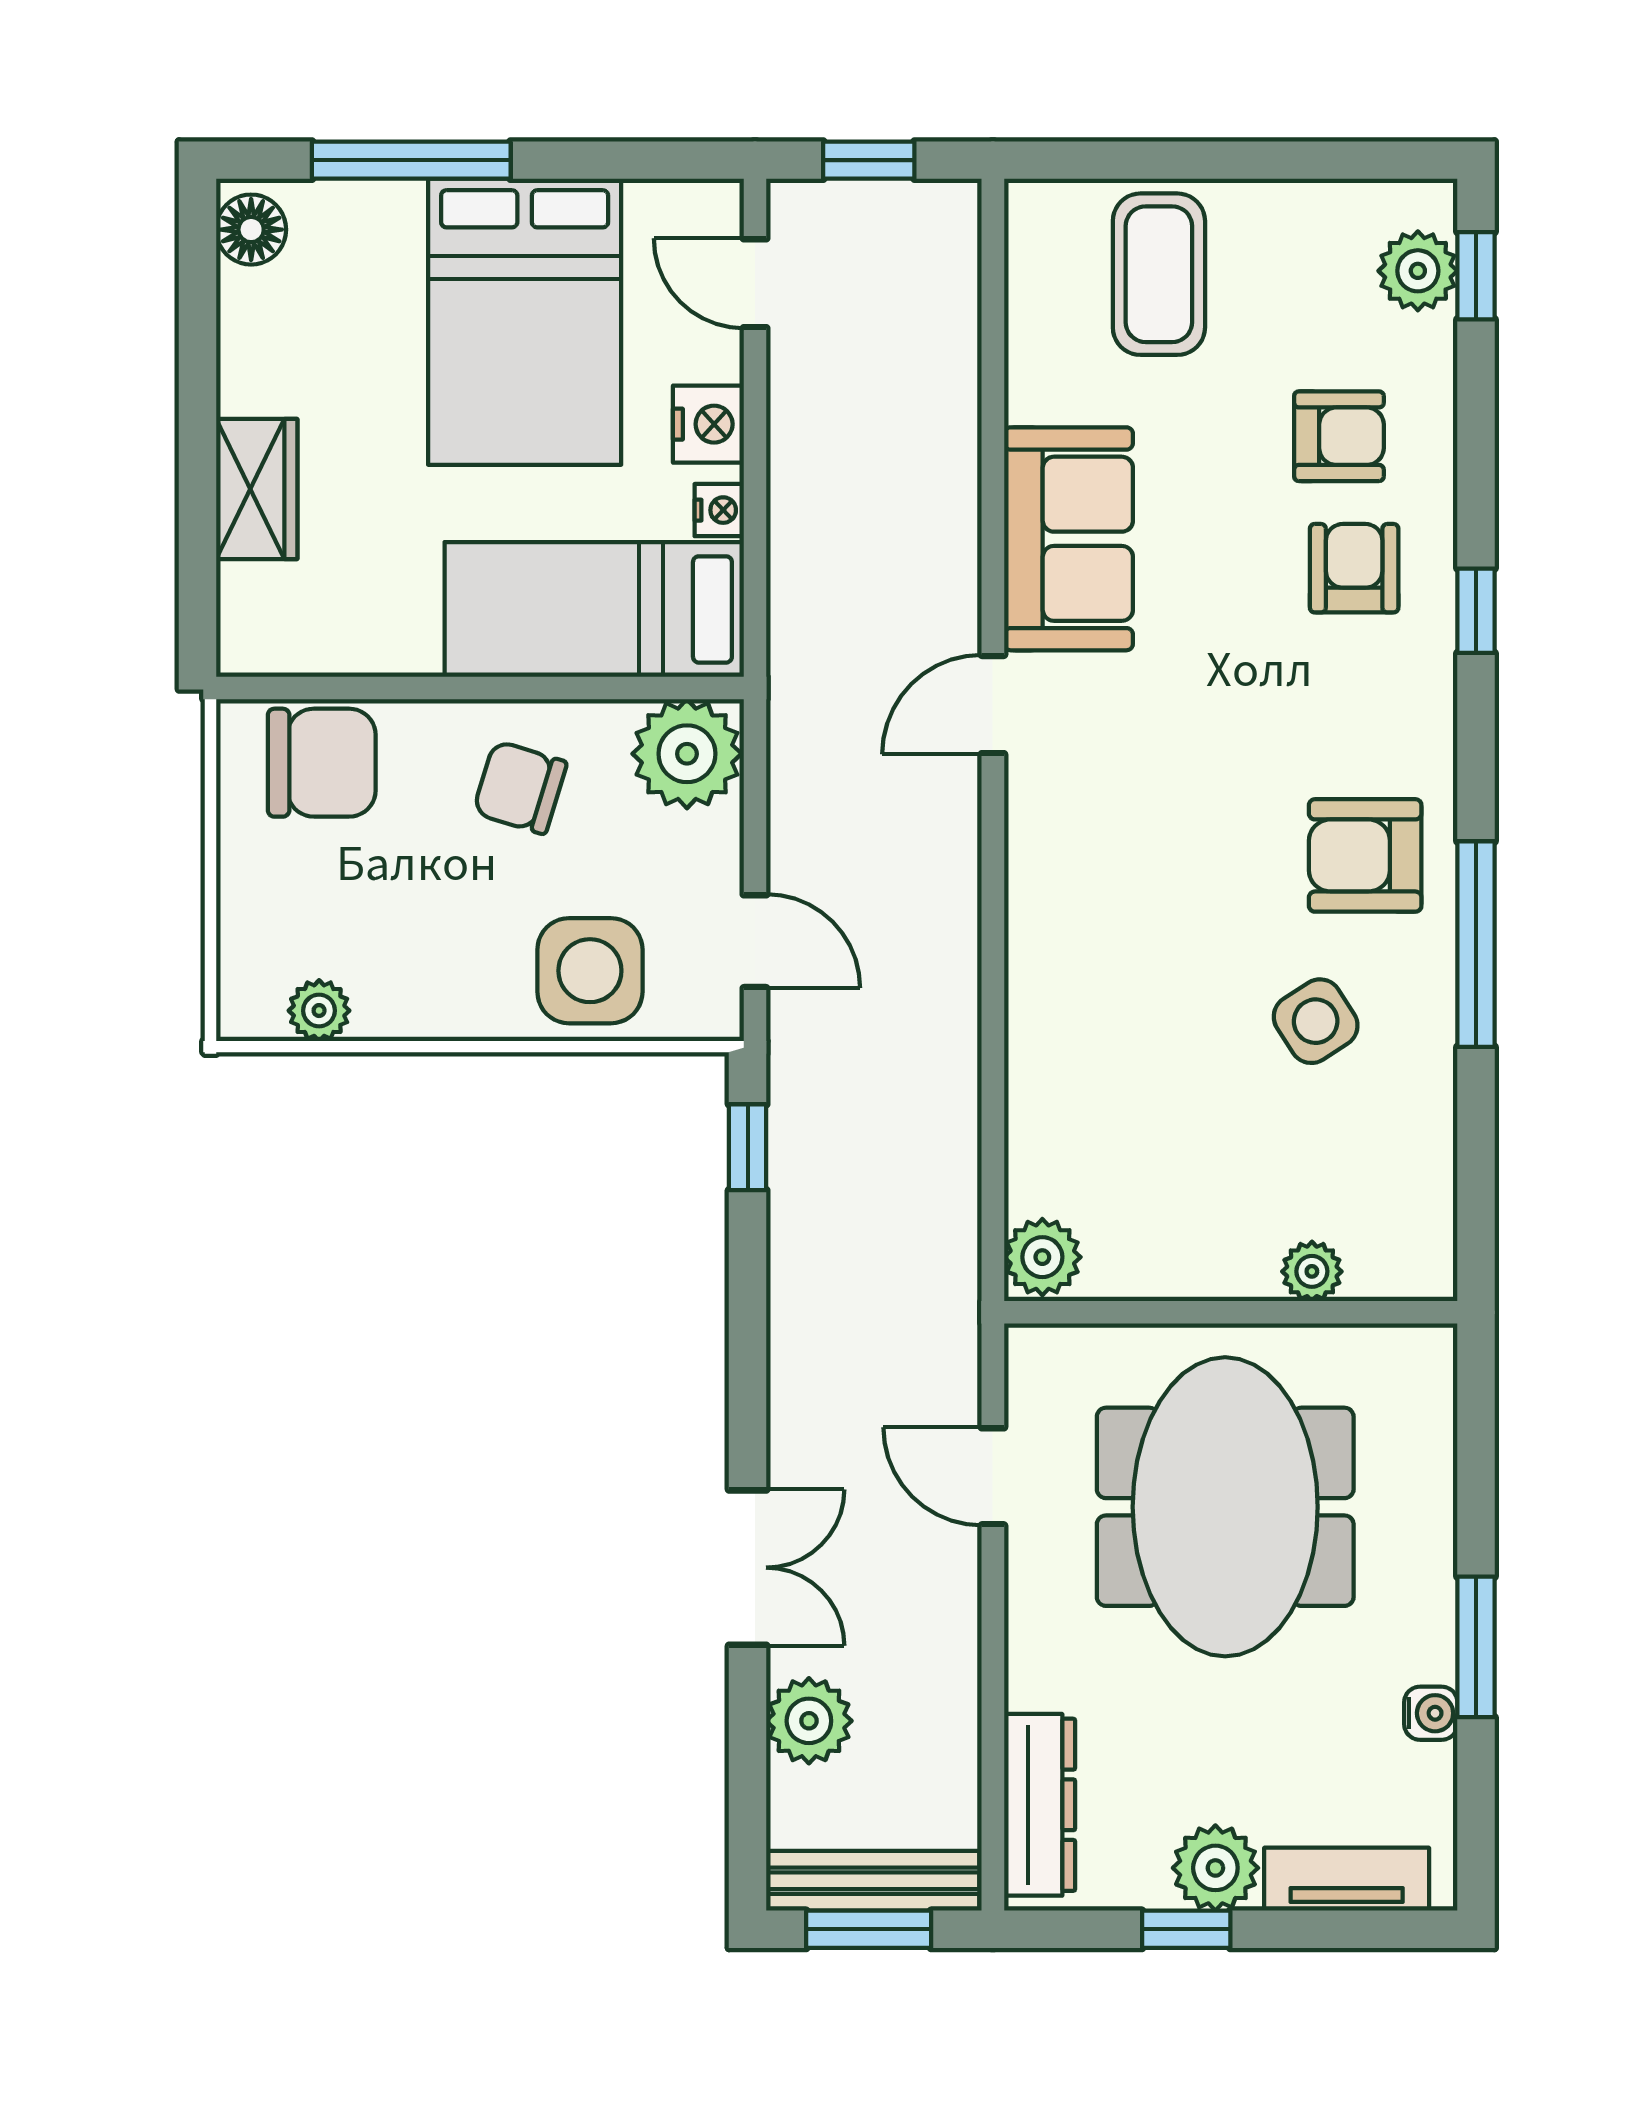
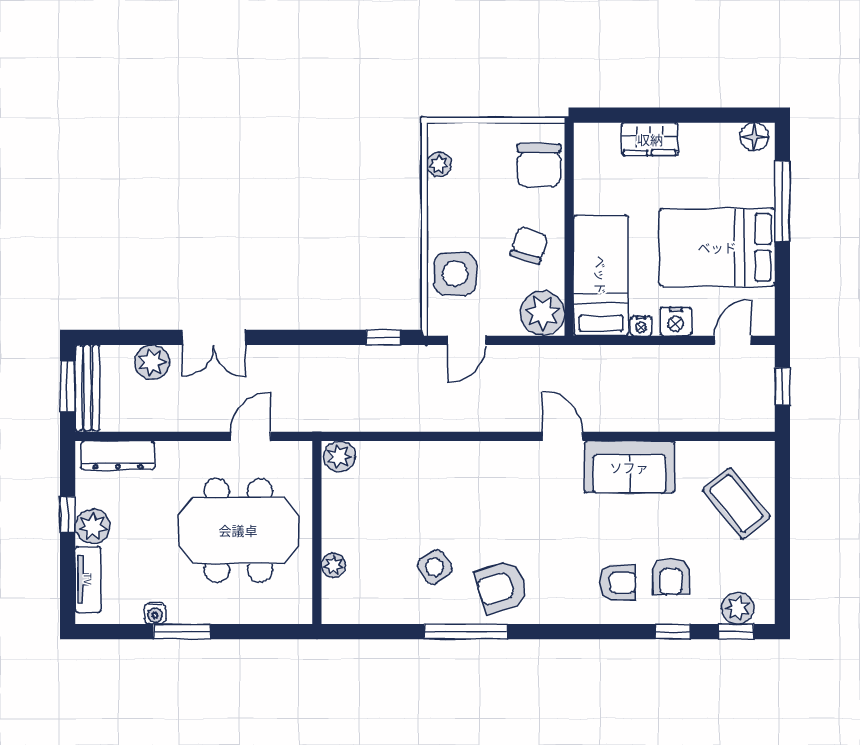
coffee table: (1159, 274) -> (736, 504), turned 51
window: (1476, 611) -> (673, 632), moved
armchair: (1365, 855) -> (502, 587), turned -107

